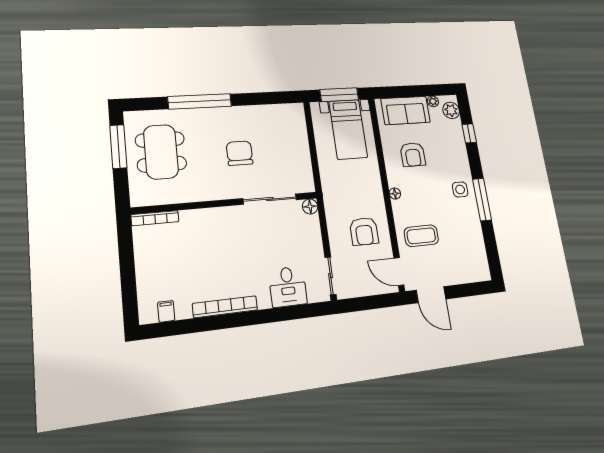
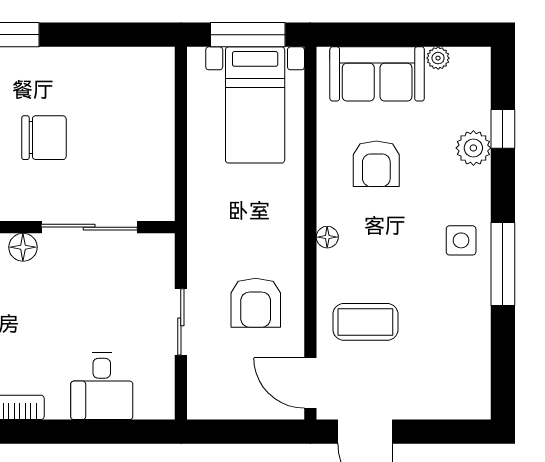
plant: (451, 110) -> (473, 148), moved
chair: (240, 153) -> (44, 138), turned 90
floor lamp: (310, 206) -> (23, 247), moved
sliding door: (330, 276) -> (181, 322), moved

